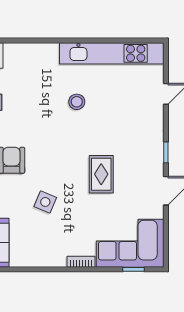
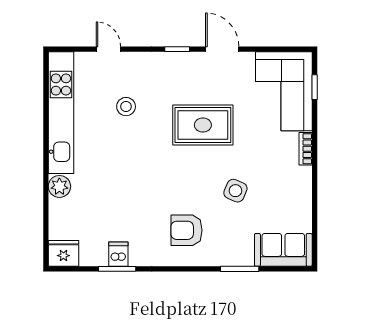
plant: (49, 52) -> (59, 186), added
stool: (77, 102) -> (126, 107), moved
rug: (101, 174) -> (203, 125), width x1.36, depth x1.43

